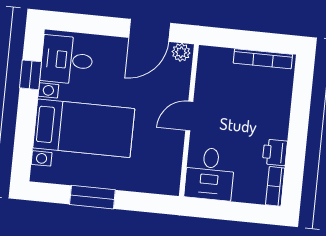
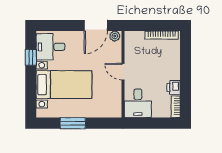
door: (189, 116) -> (123, 72), hinge flipped

